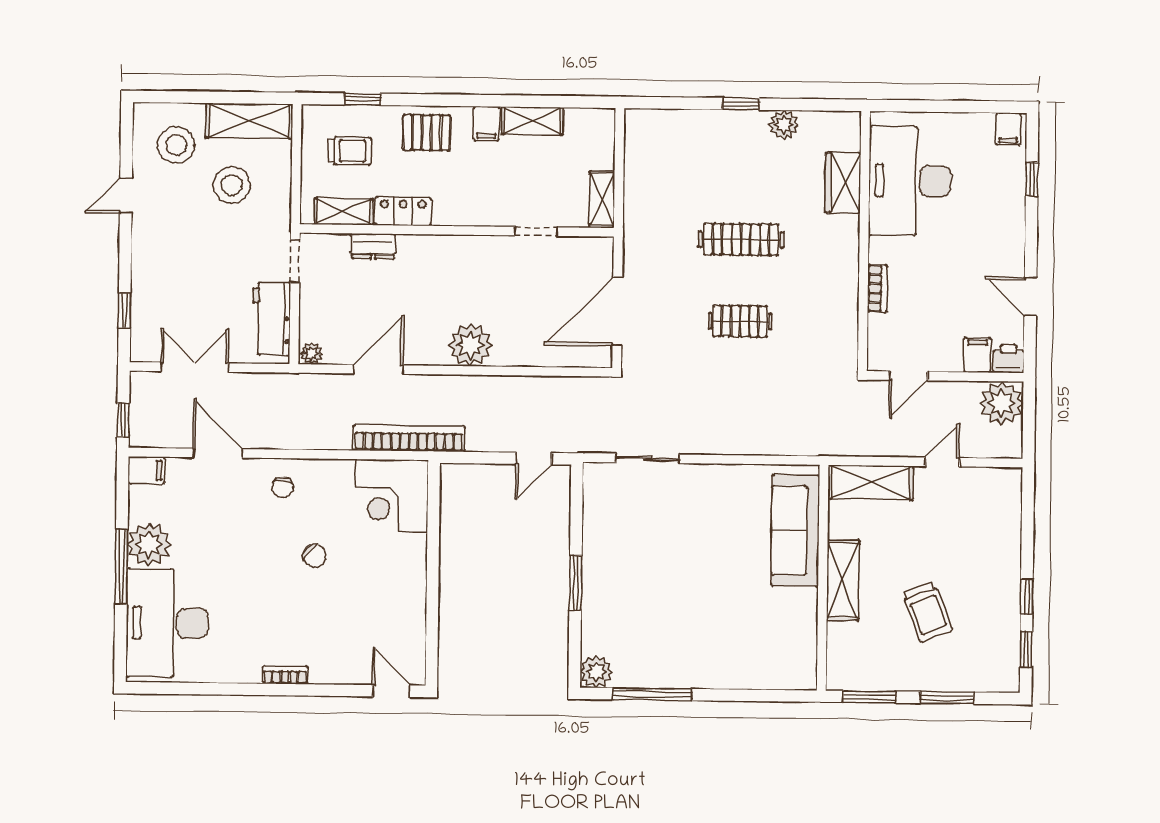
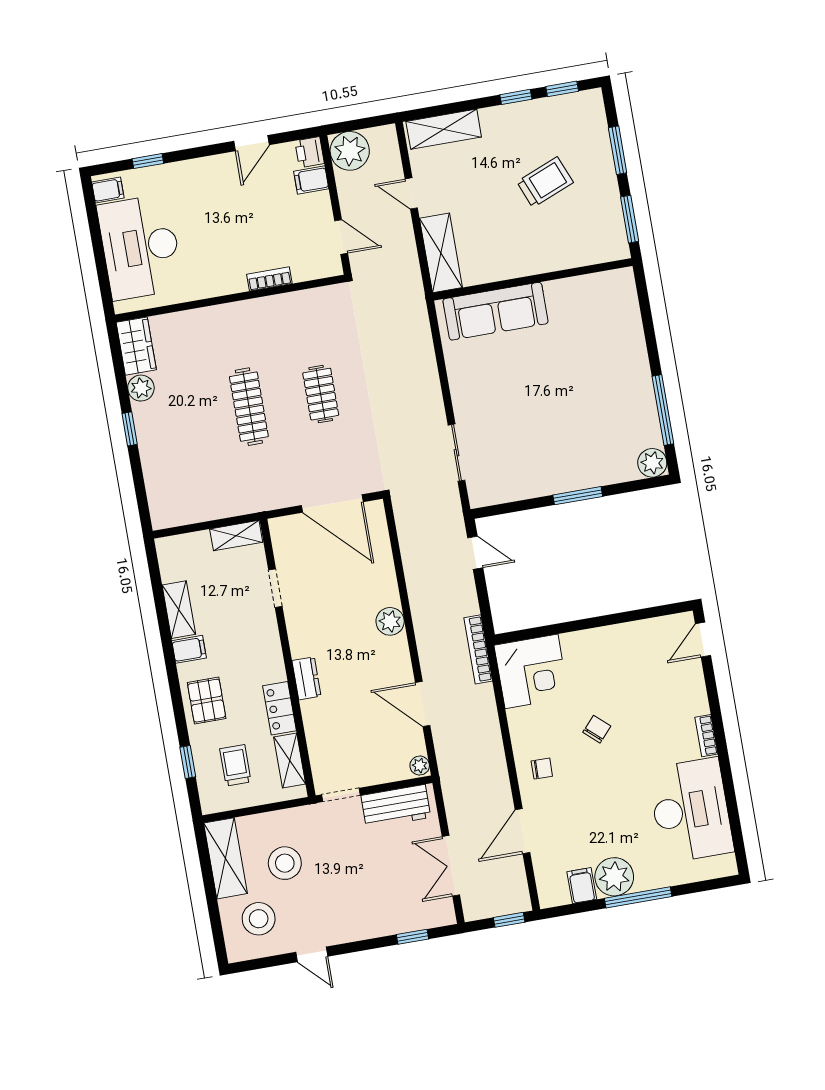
desk: (910, 181) -> (140, 247), moved, turned 90
wardrobe: (843, 183) -> (136, 346), moved, turned -90
dresser: (373, 246) -> (306, 678), moved
plant: (470, 345) -> (390, 621), width x0.73, depth x0.73
bookcase: (409, 438) -> (478, 649), width x0.68, depth x0.76
filing cabinet: (146, 470) -> (582, 886), moved
shelving: (843, 580) -> (444, 129), moved
desk: (167, 623) -> (691, 810), moved, turned -90

